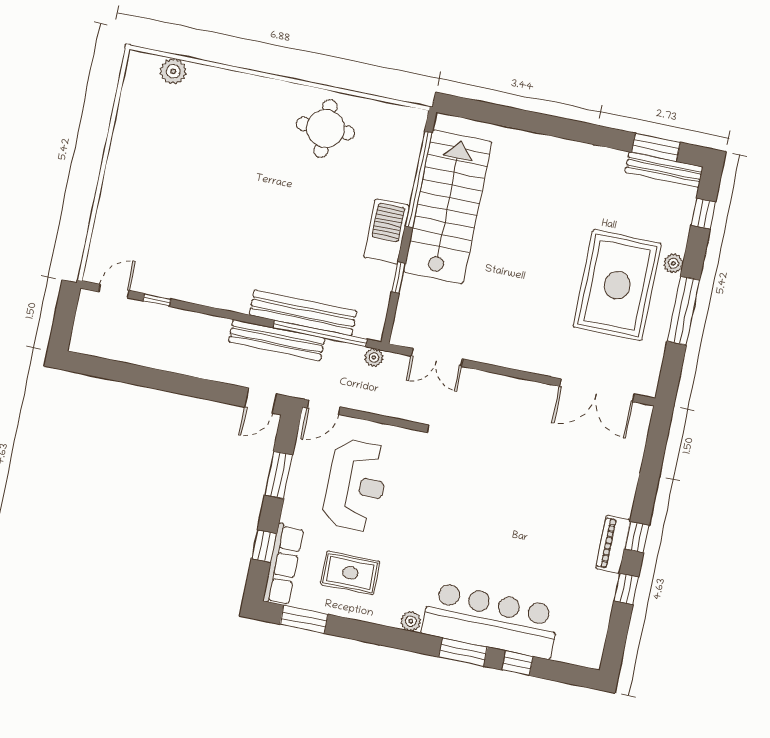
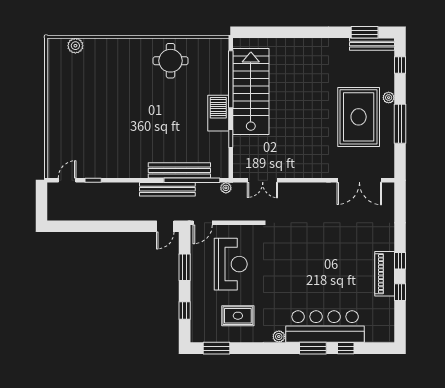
piano: (613, 544) -> (385, 274), width x1.37, depth x1.33
row of seats: (283, 565) -> (198, 319), removed

